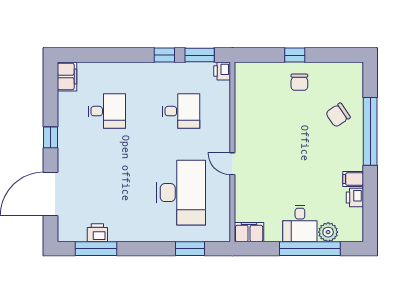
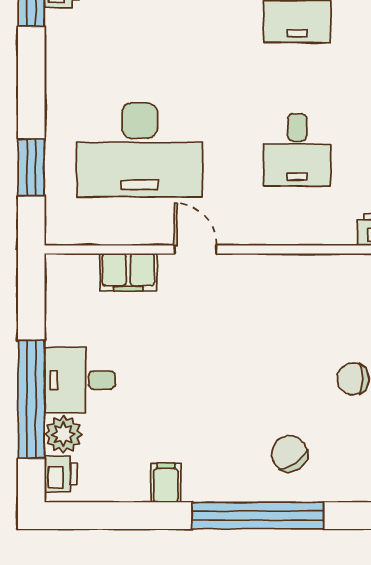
door: (232, 164) -> (195, 249), hinge flipped
printer: (355, 197) -> (61, 474), moved, turned 90
filing cabinet: (249, 232) -> (128, 272), moved, turned 90

